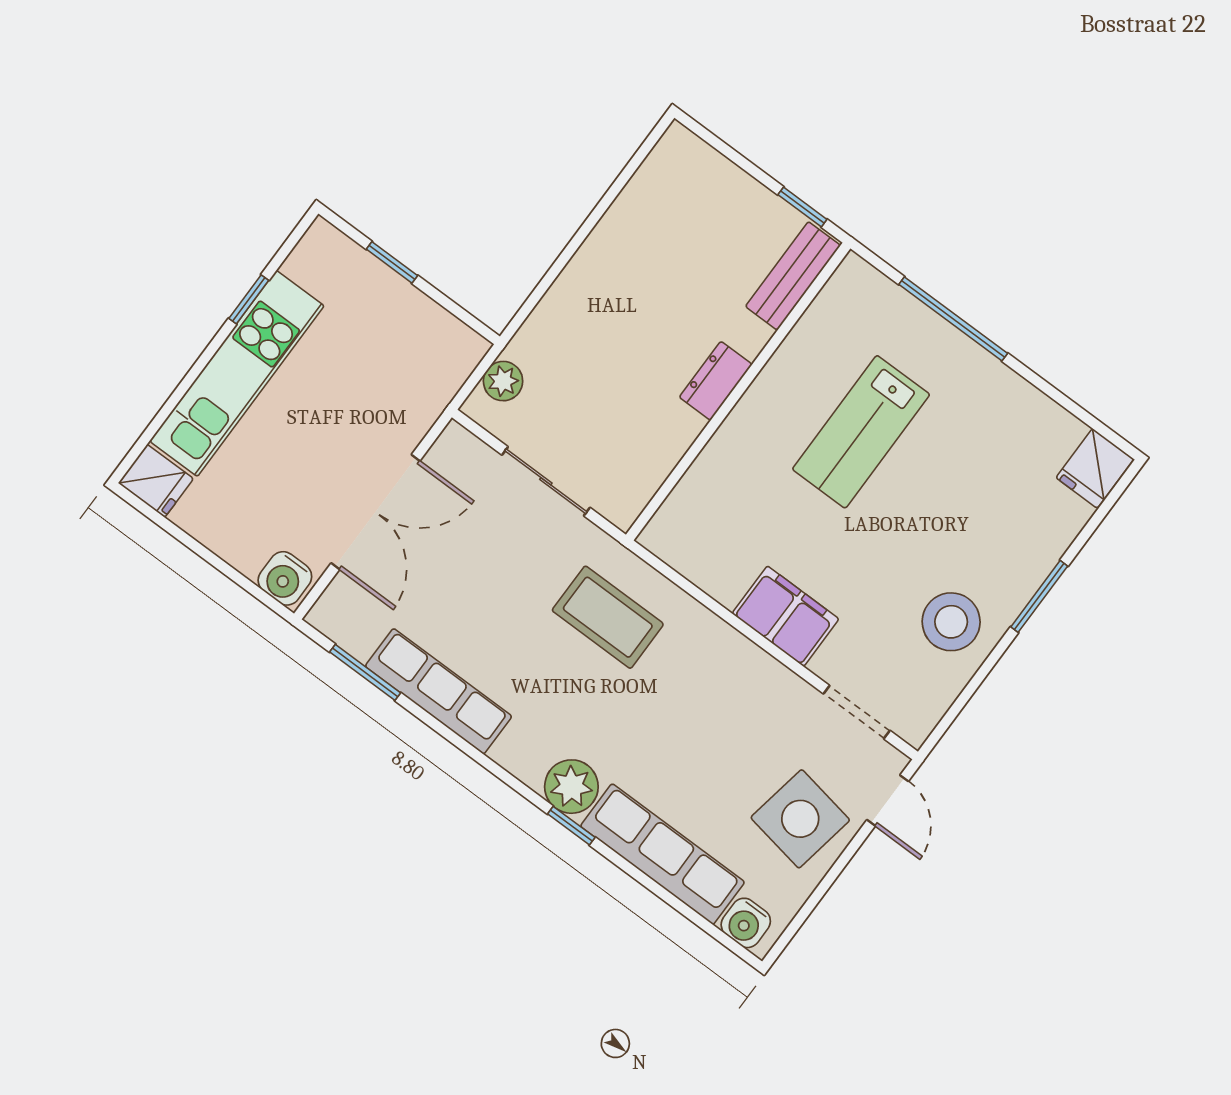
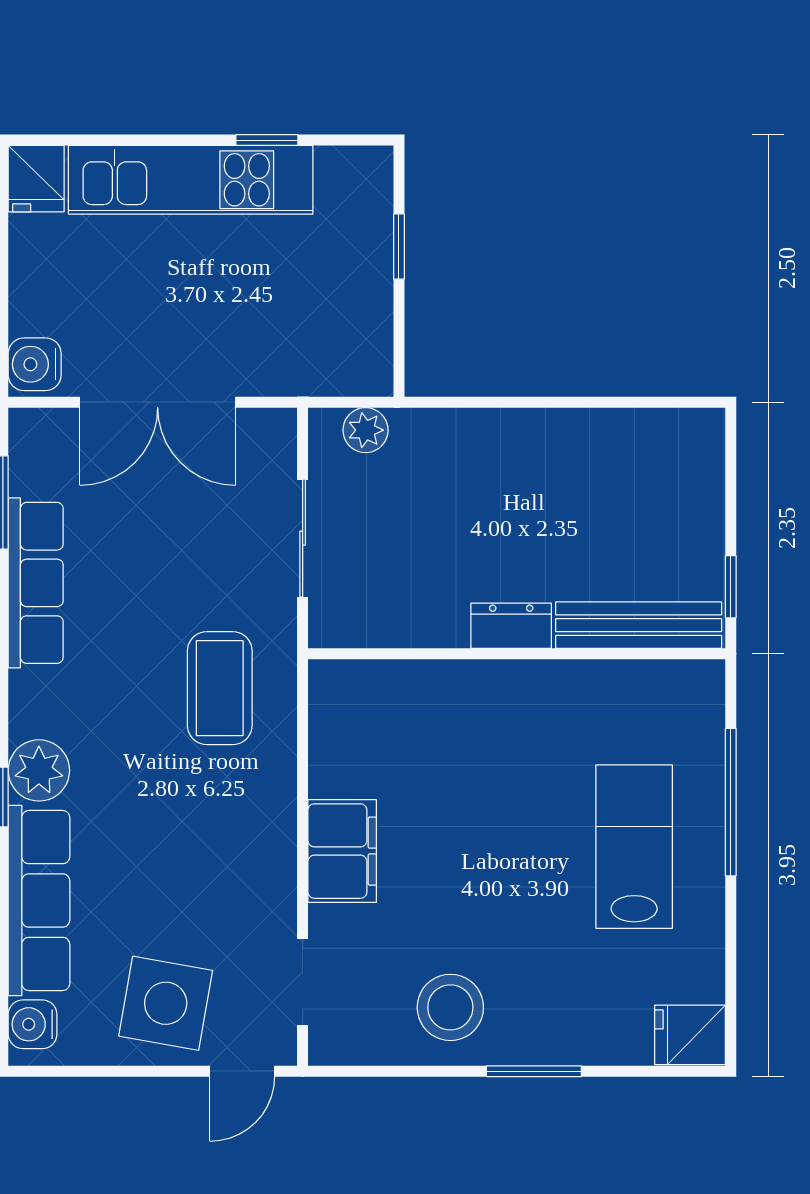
bench: (793, 276) -> (639, 625), width x1.36
lab bench: (861, 432) -> (634, 847), moved, turned 90

